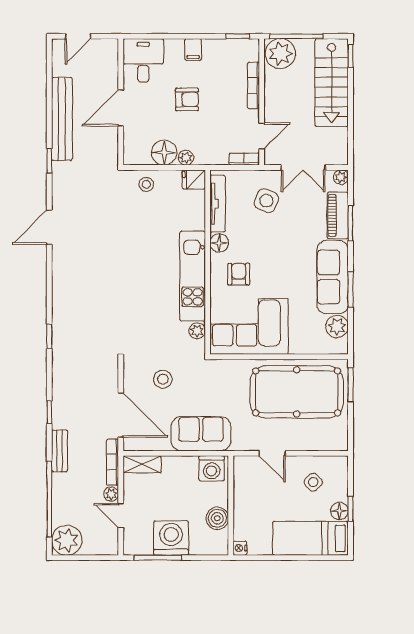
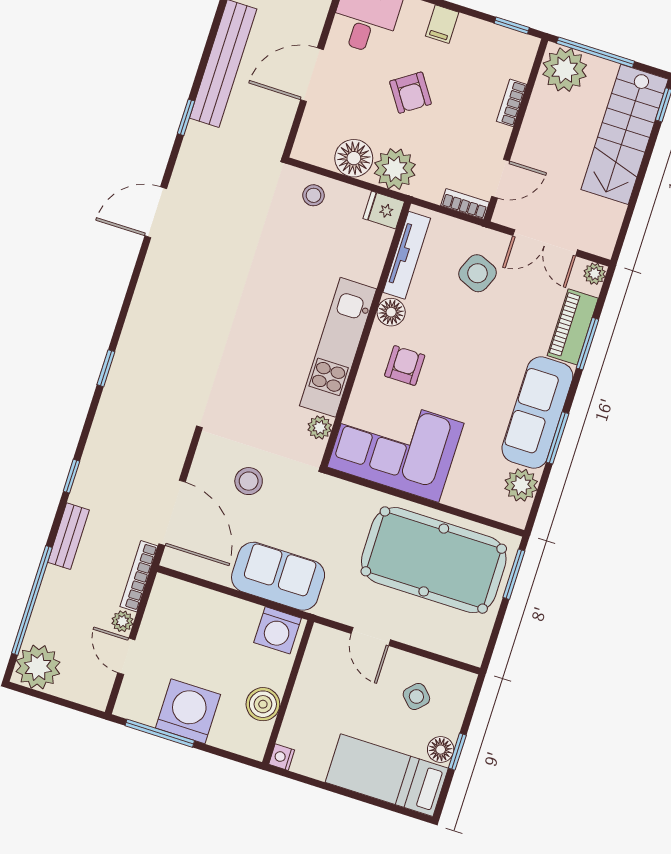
bookcase: (253, 85) -> (512, 103), width x0.64
armchair: (187, 99) -> (411, 93), turned 56
plant: (186, 158) -> (395, 169), width x1.87, depth x1.87
shelving: (142, 464) -> (180, 593), removed

